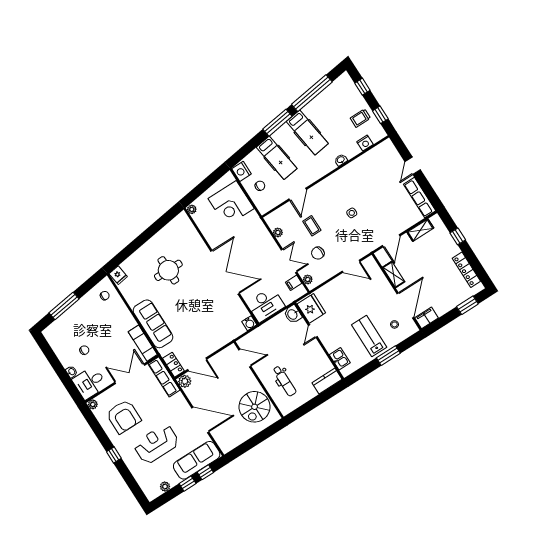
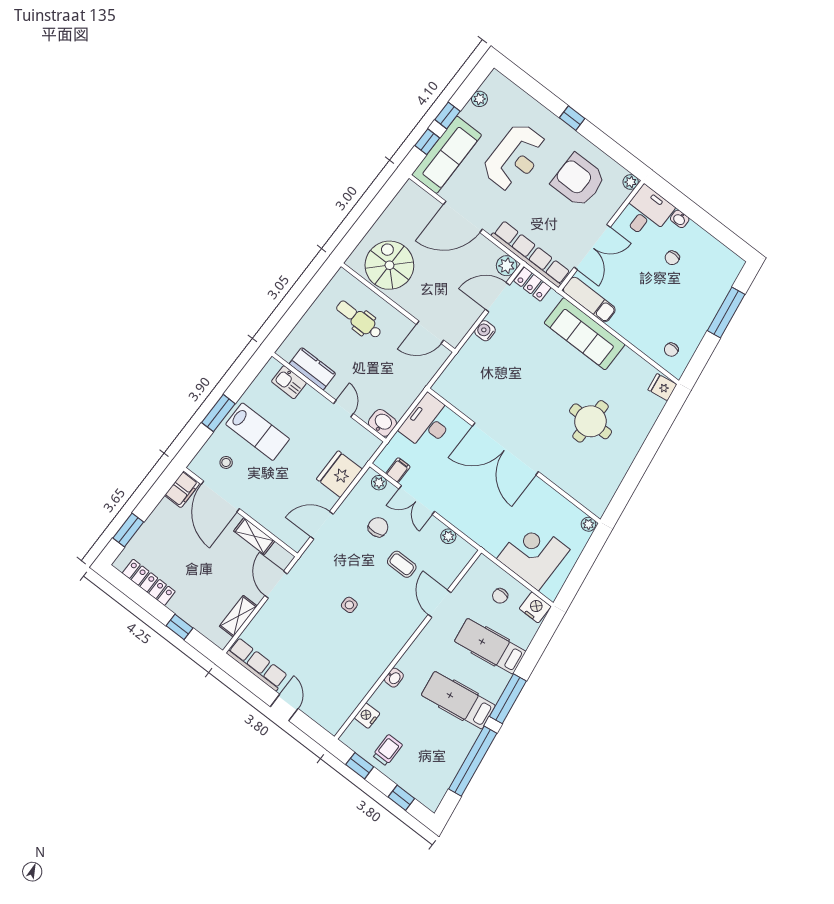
fridge: (311, 308) -> (339, 474), moved, turned 90
water cooler: (249, 323) -> (485, 331), moved
row of seats: (164, 377) -> (531, 254), width x1.36
kitchen counter: (327, 381) -> (312, 369), moved, turned -90

